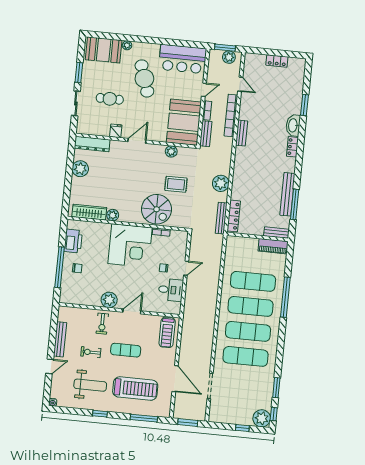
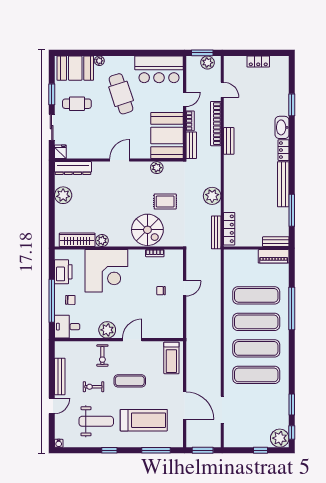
cafe table: (110, 99) -> (77, 104), moved
fridge: (116, 131) -> (60, 152), moved
bench: (287, 194) -> (283, 184), moved
corner desk: (130, 246) -> (106, 271), moved
desk: (171, 290) -> (67, 327), moved, turned 180

